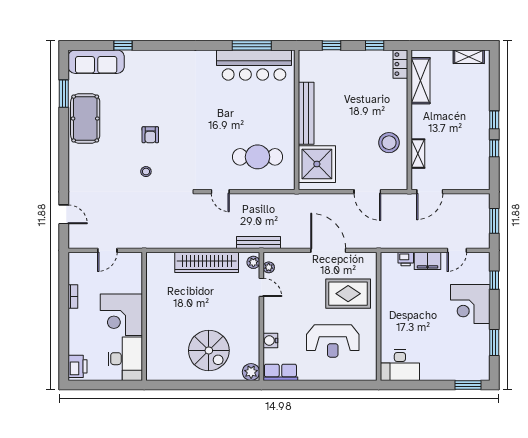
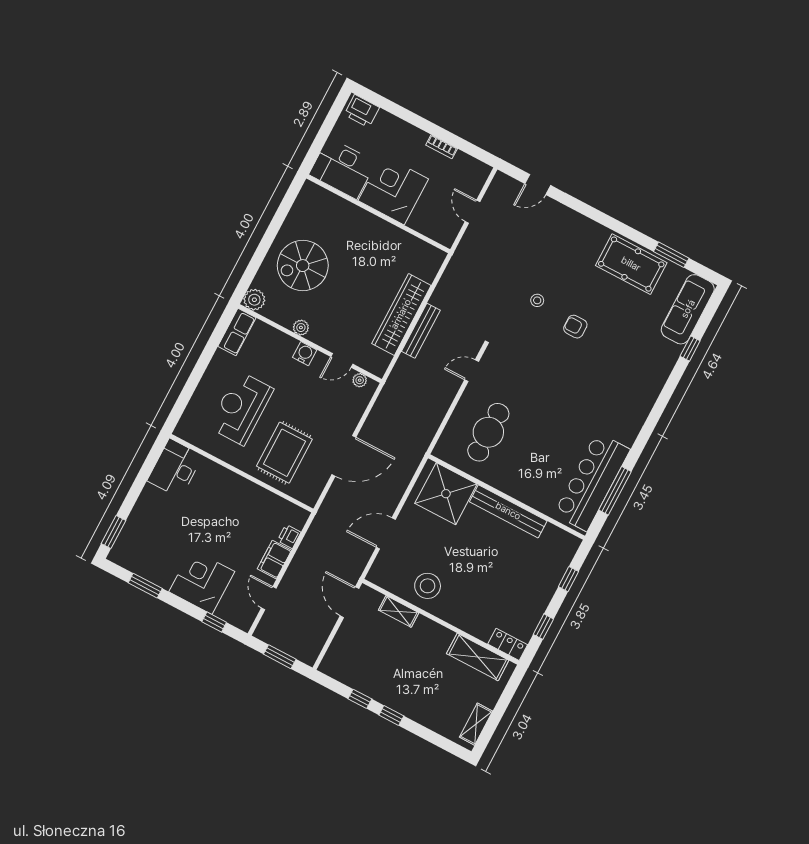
bench: (258, 242) -> (421, 331), moved
plant: (253, 262) -> (301, 328), moved
water cooler: (270, 341) -> (305, 354), moved

